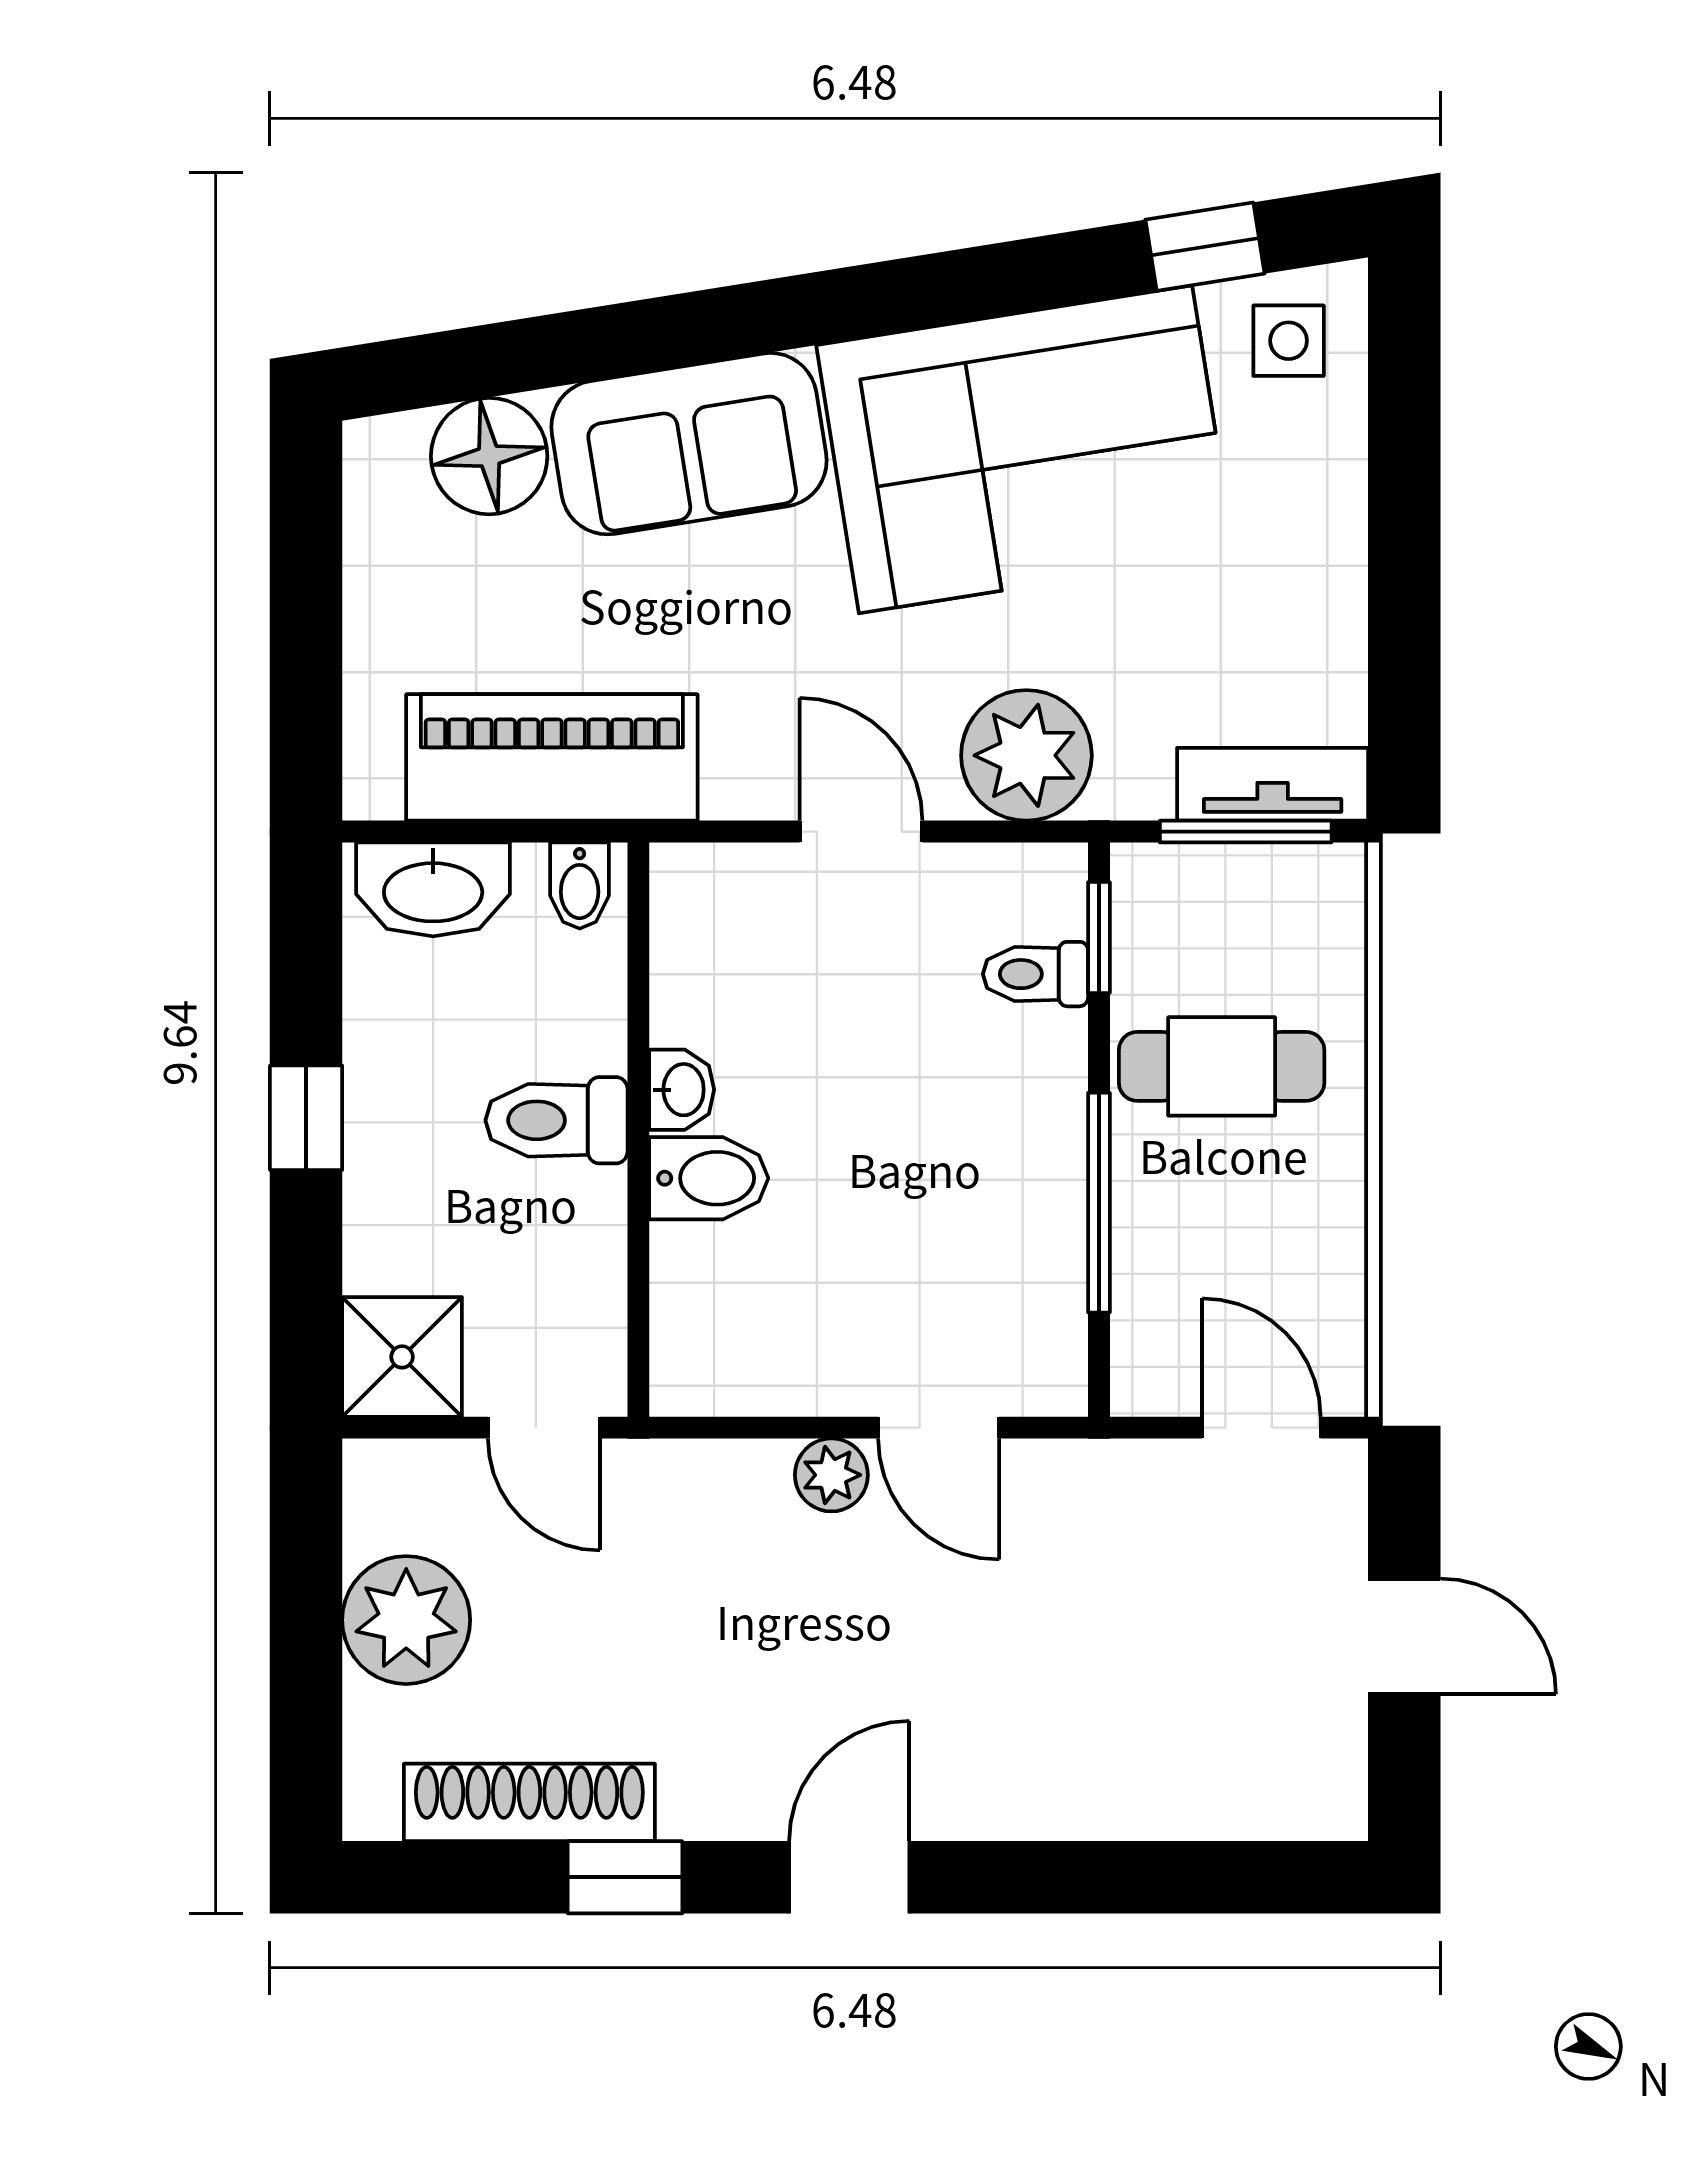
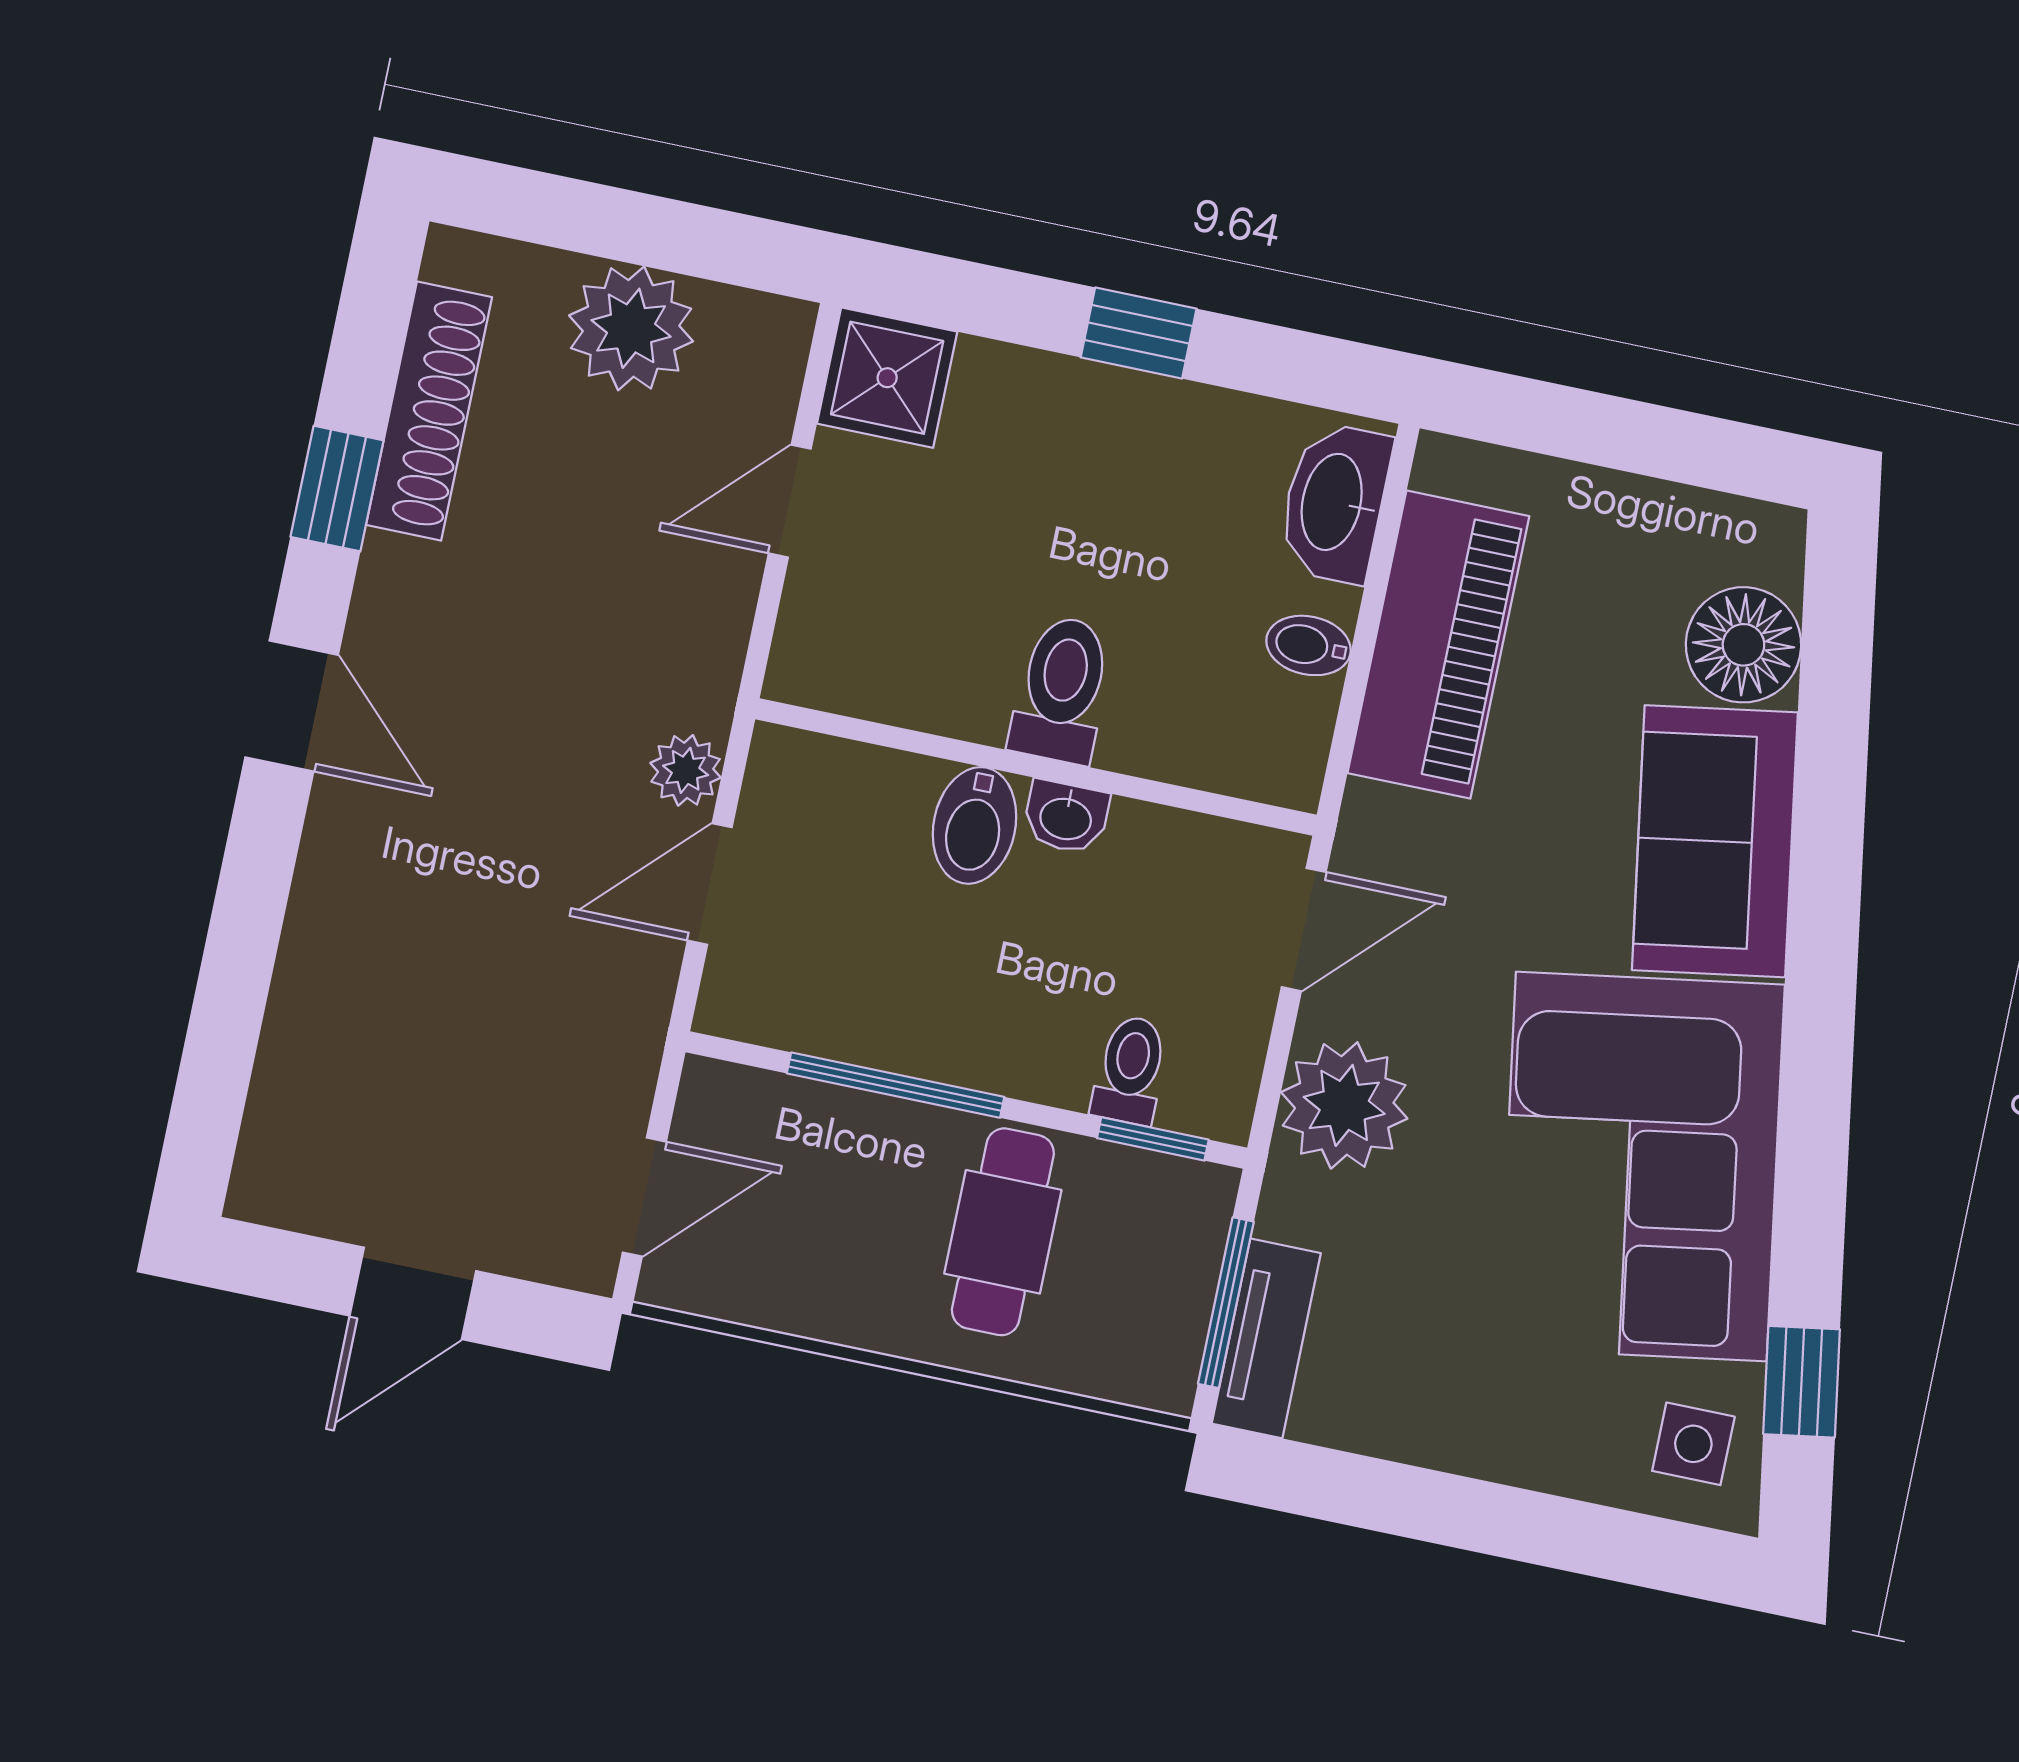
washbasin: (682, 1090) -> (1066, 817), moved
toilet: (556, 1120) -> (1062, 689), moved
wall: (638, 1130) -> (1036, 767), moved
bidet: (709, 1178) -> (975, 825), moved

